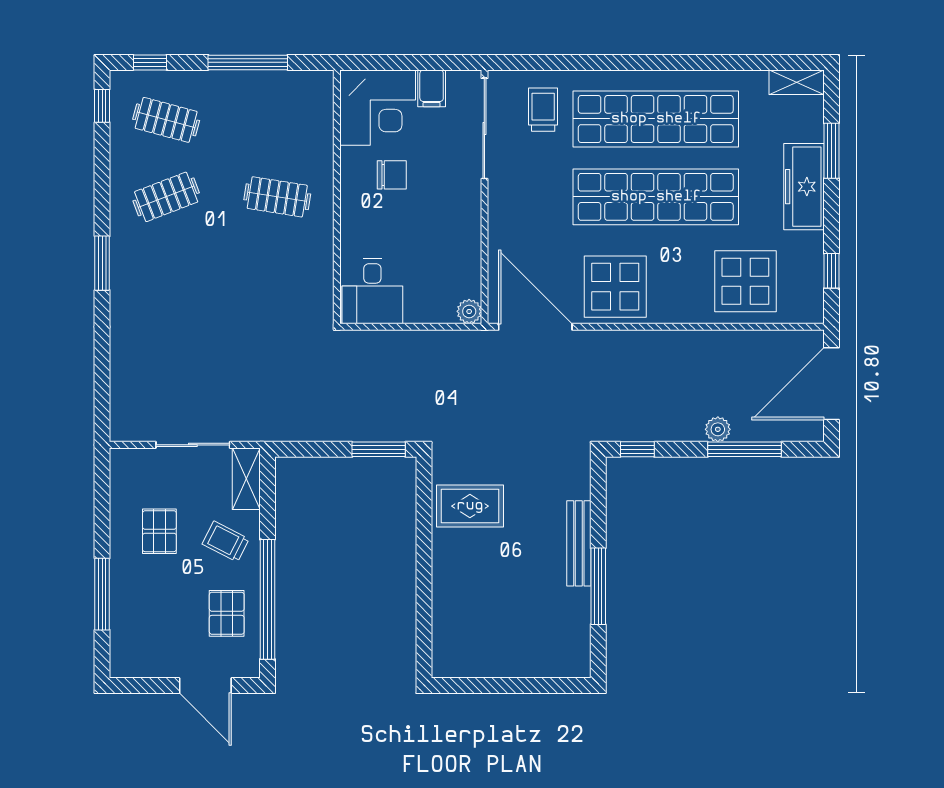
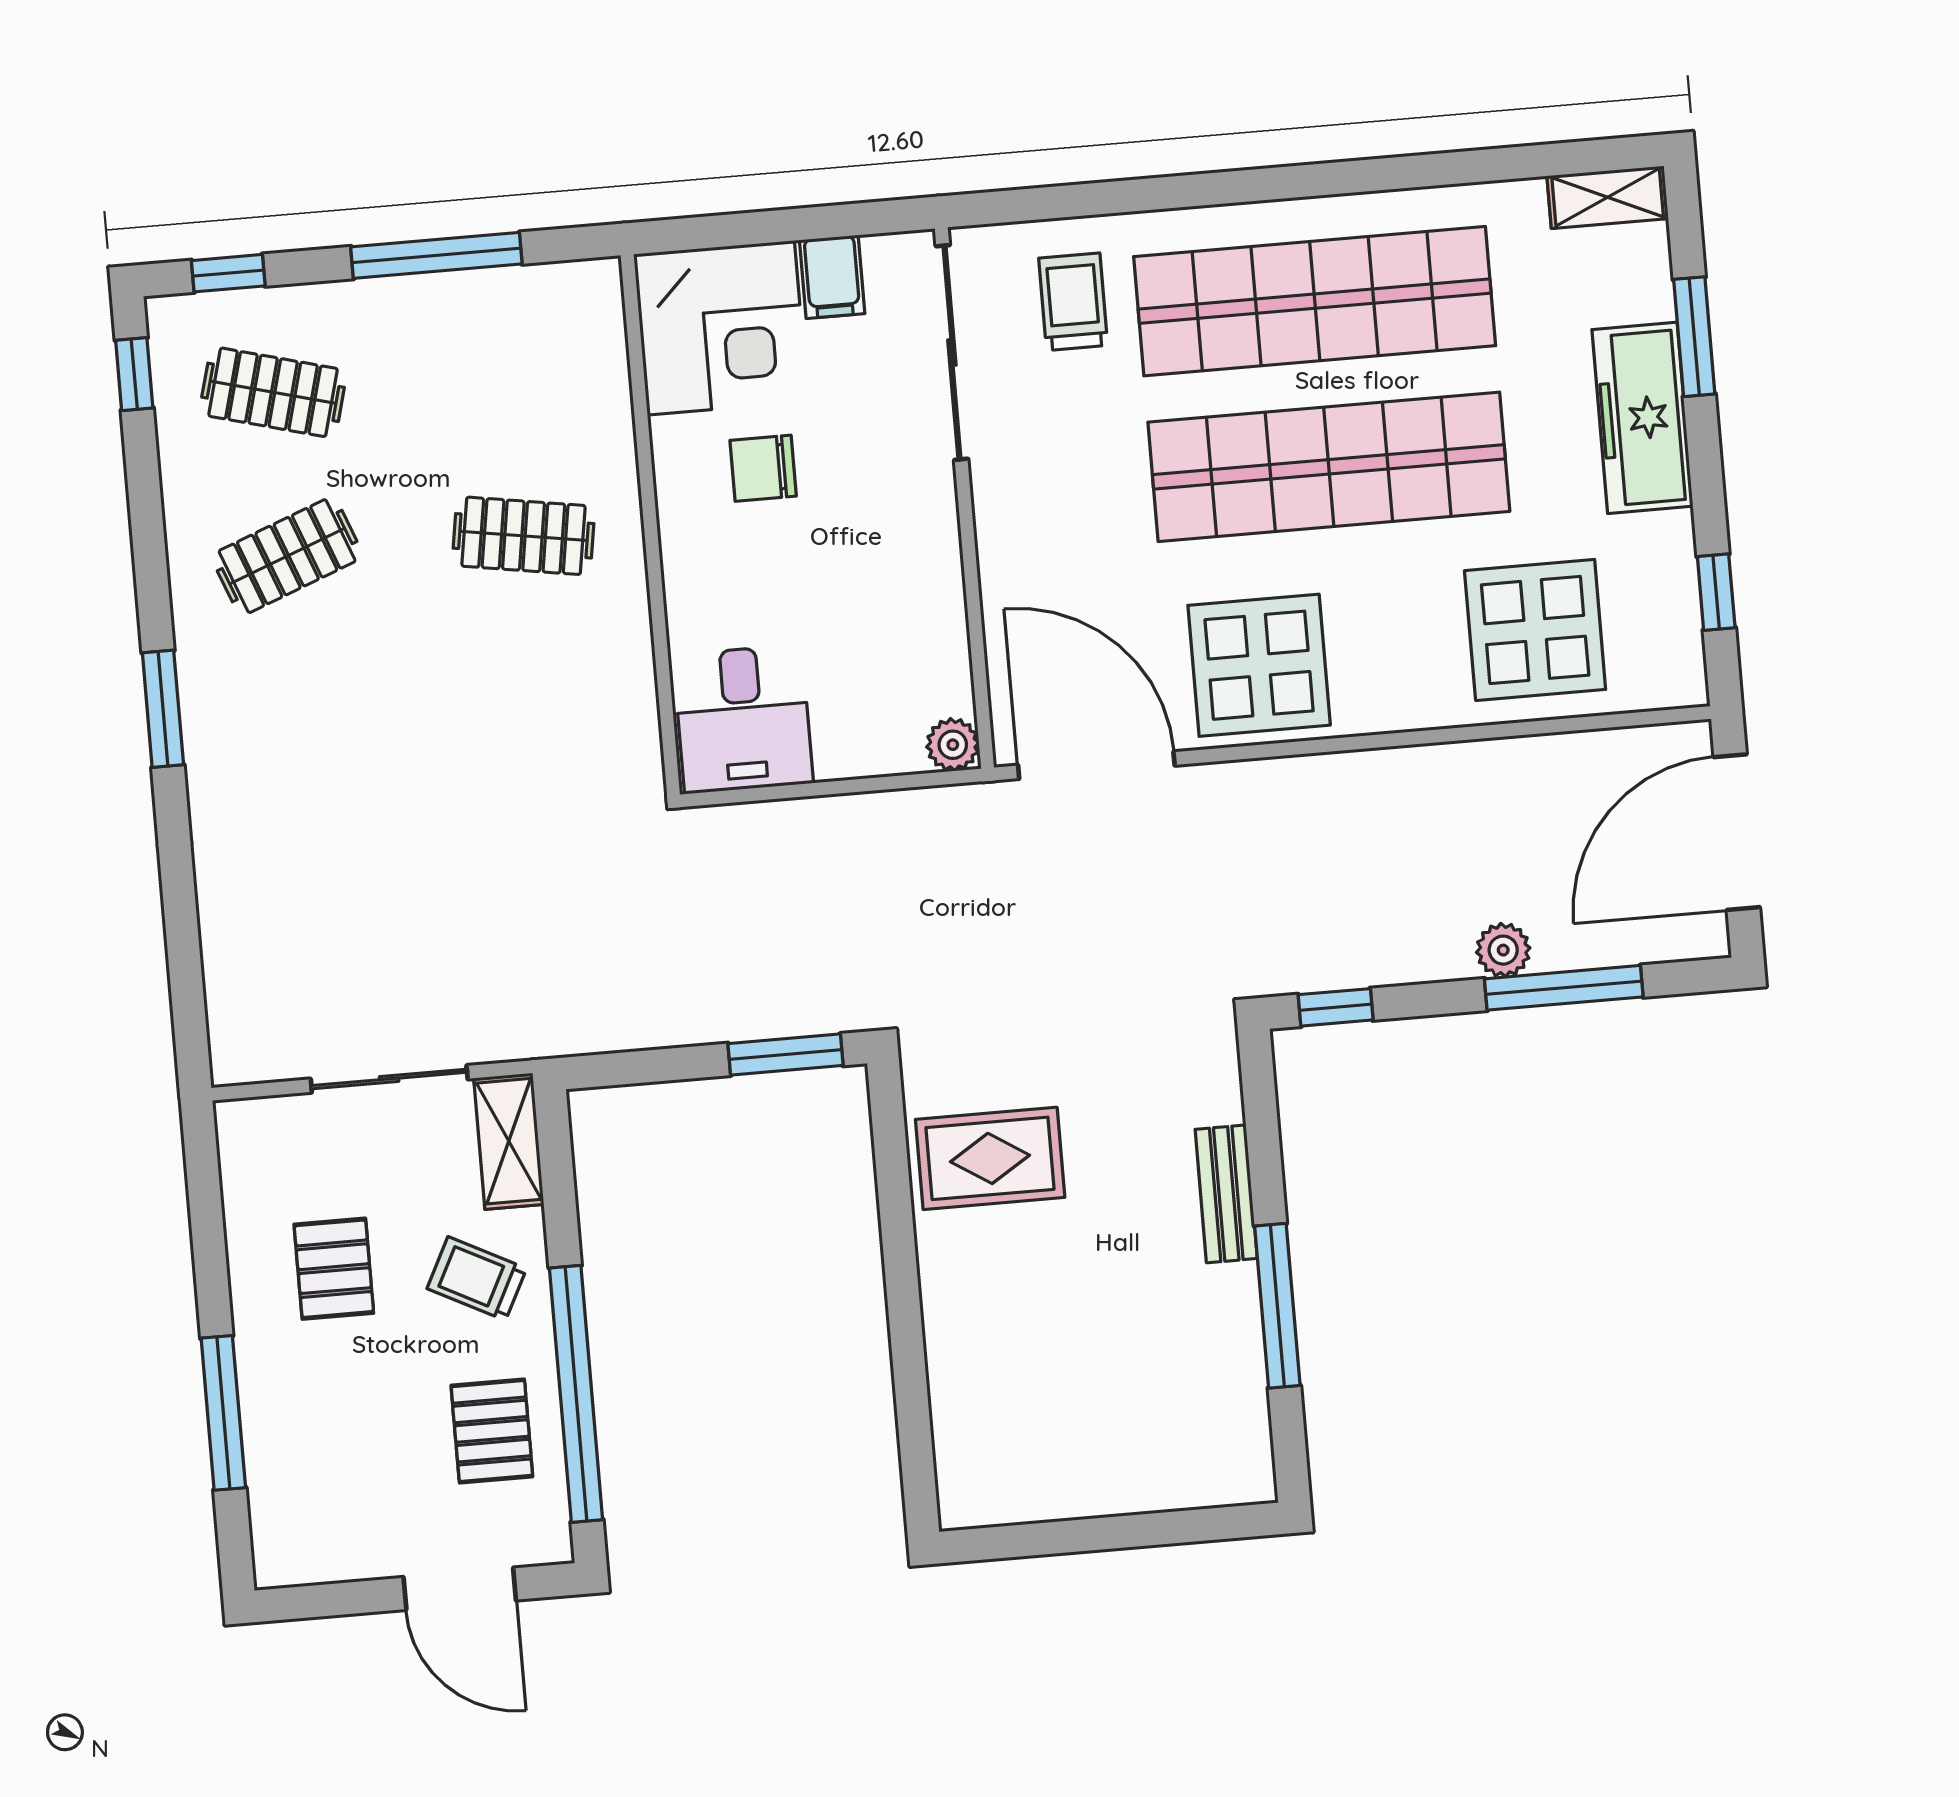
chair: (392, 175) -> (763, 468), turned 180
bench: (579, 543) -> (1226, 1194), width x0.73

